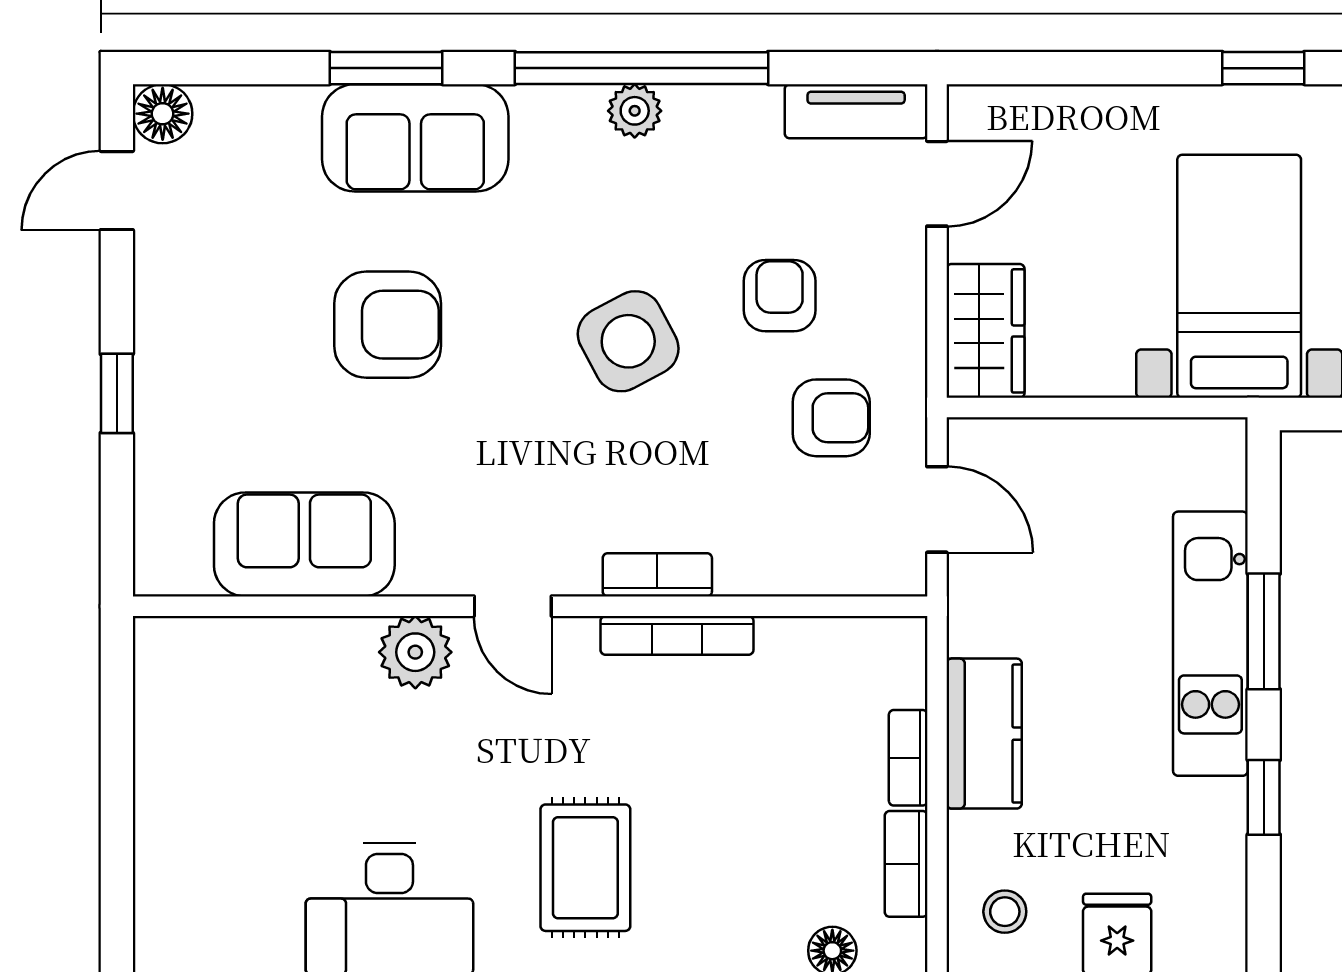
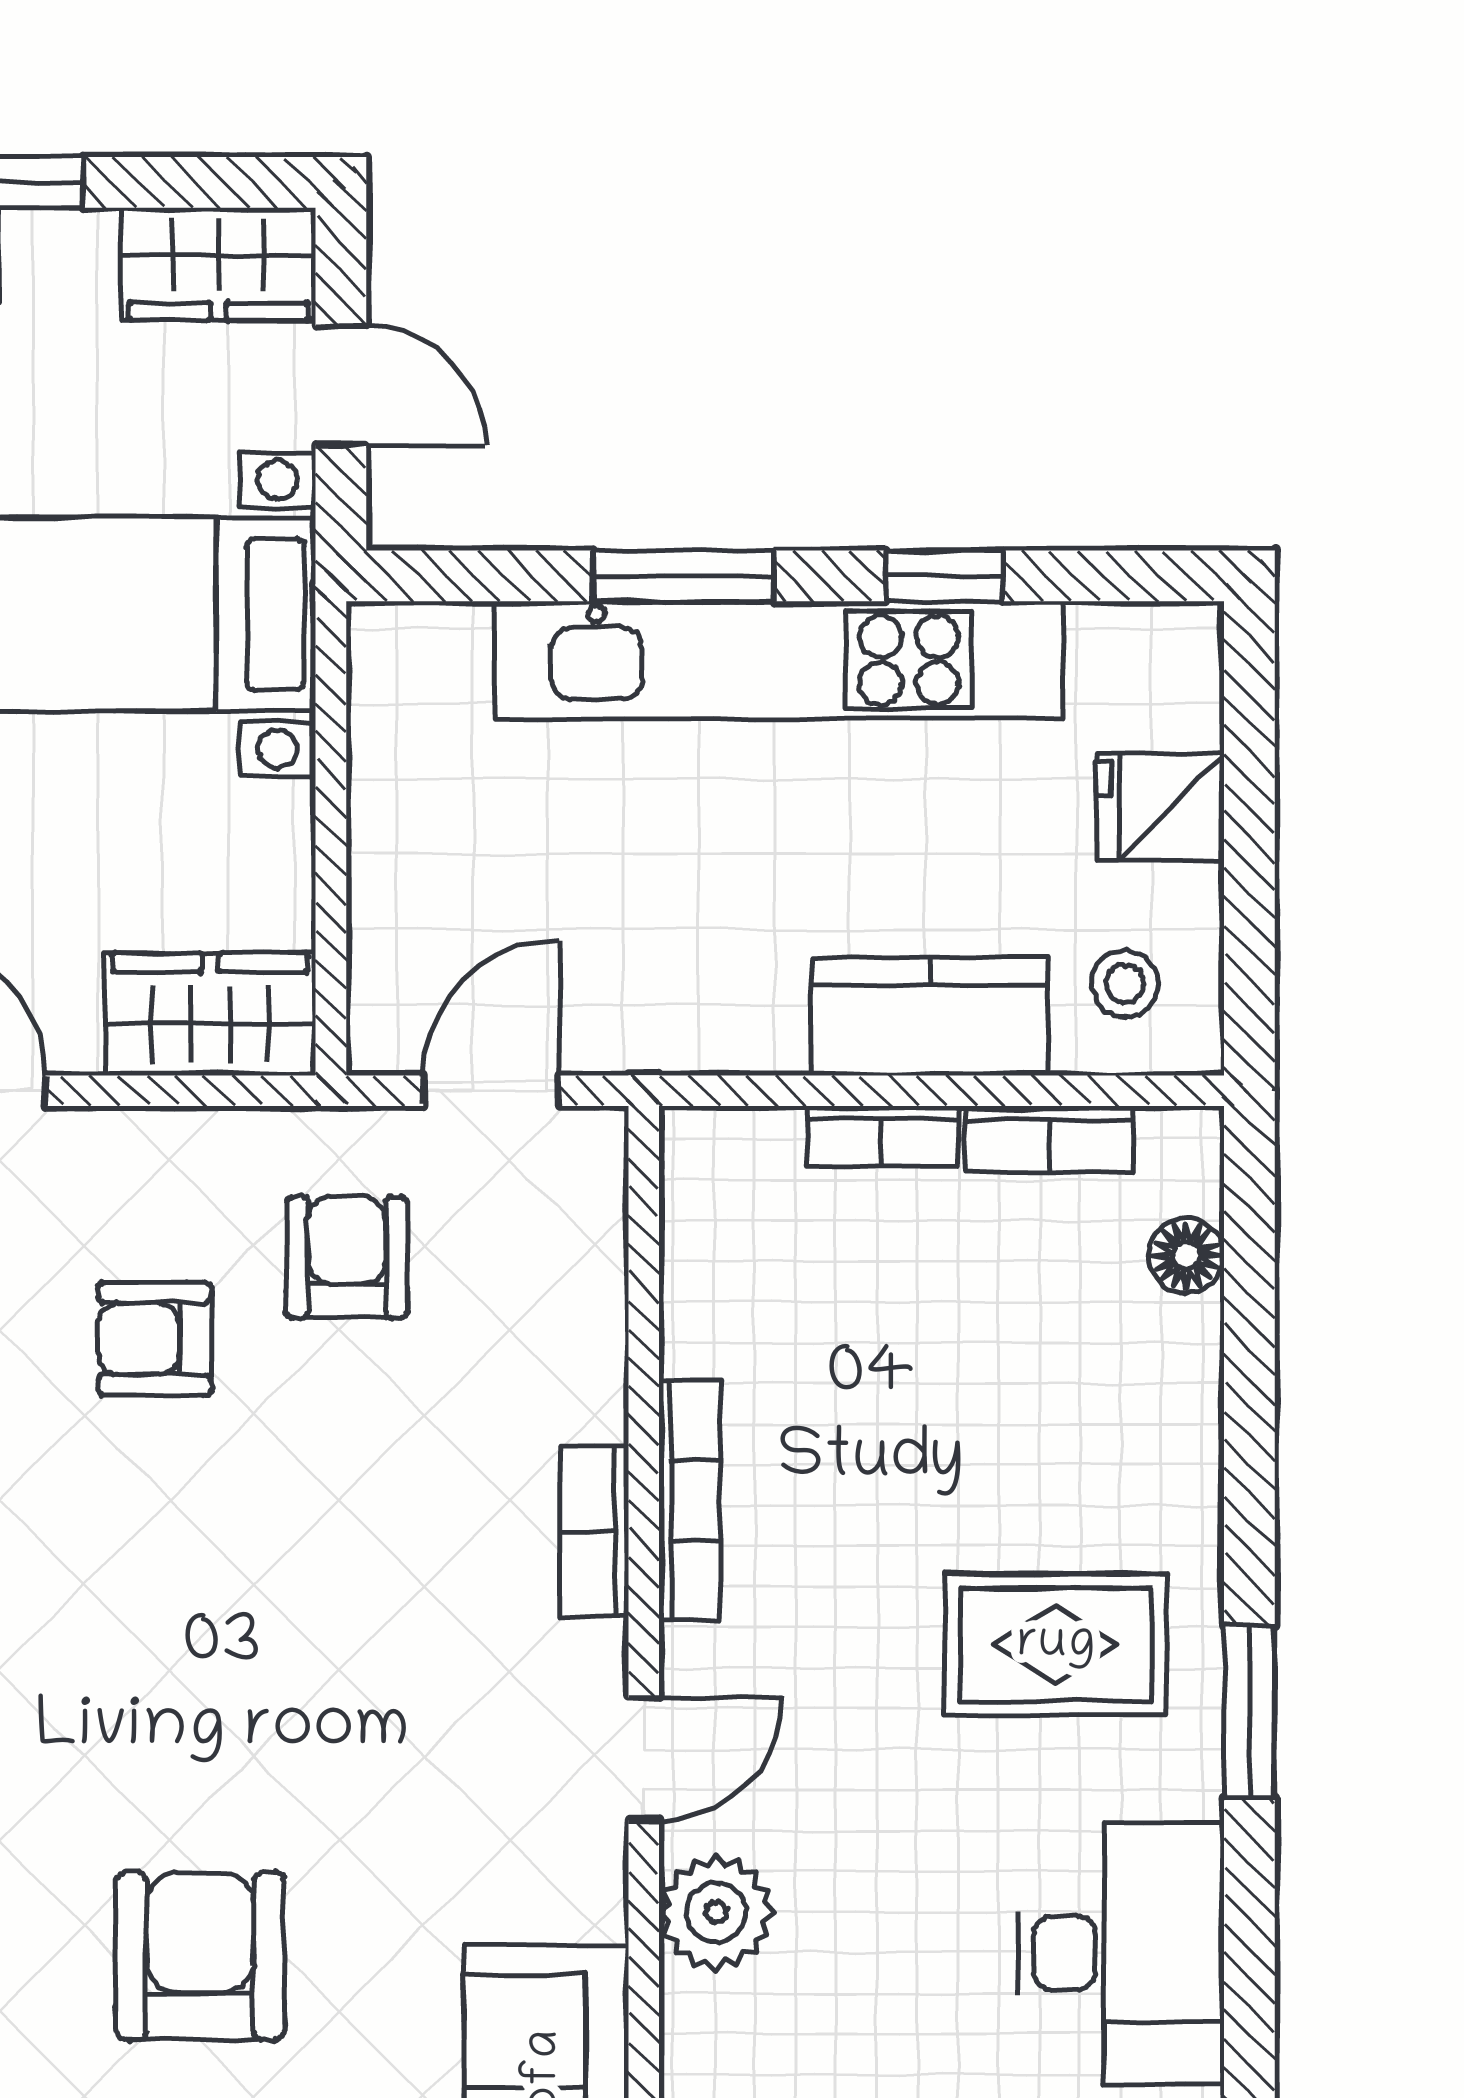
side table: (628, 341) -> (226, 1577), removed
kitchen unit: (1210, 644) -> (778, 660), width x1.36
kitchen counter: (984, 734) -> (930, 1016), moved

